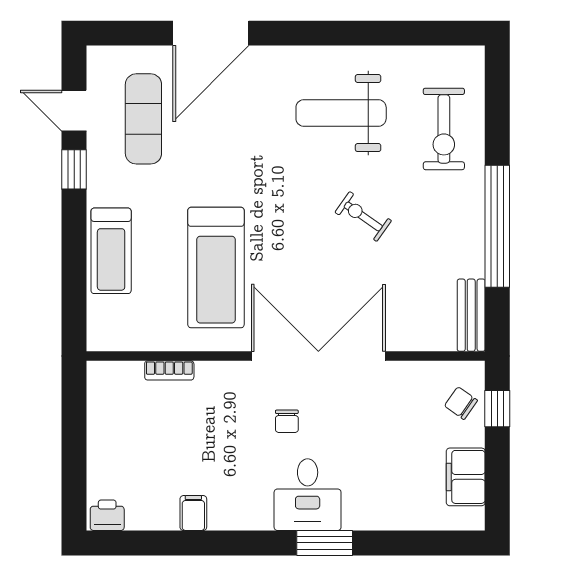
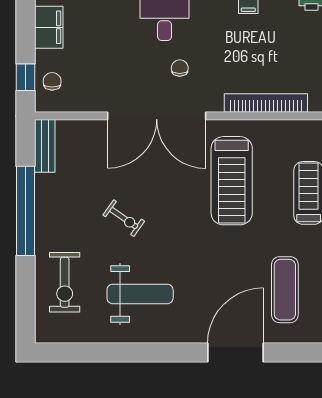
exercise bike: (444, 129) -> (65, 282), turned 180
treadmill: (216, 268) -> (232, 181), turned 180
bookcase: (169, 370) -> (266, 103), width x2.31, depth x1.31
chair: (461, 403) -> (52, 81), turned -125

